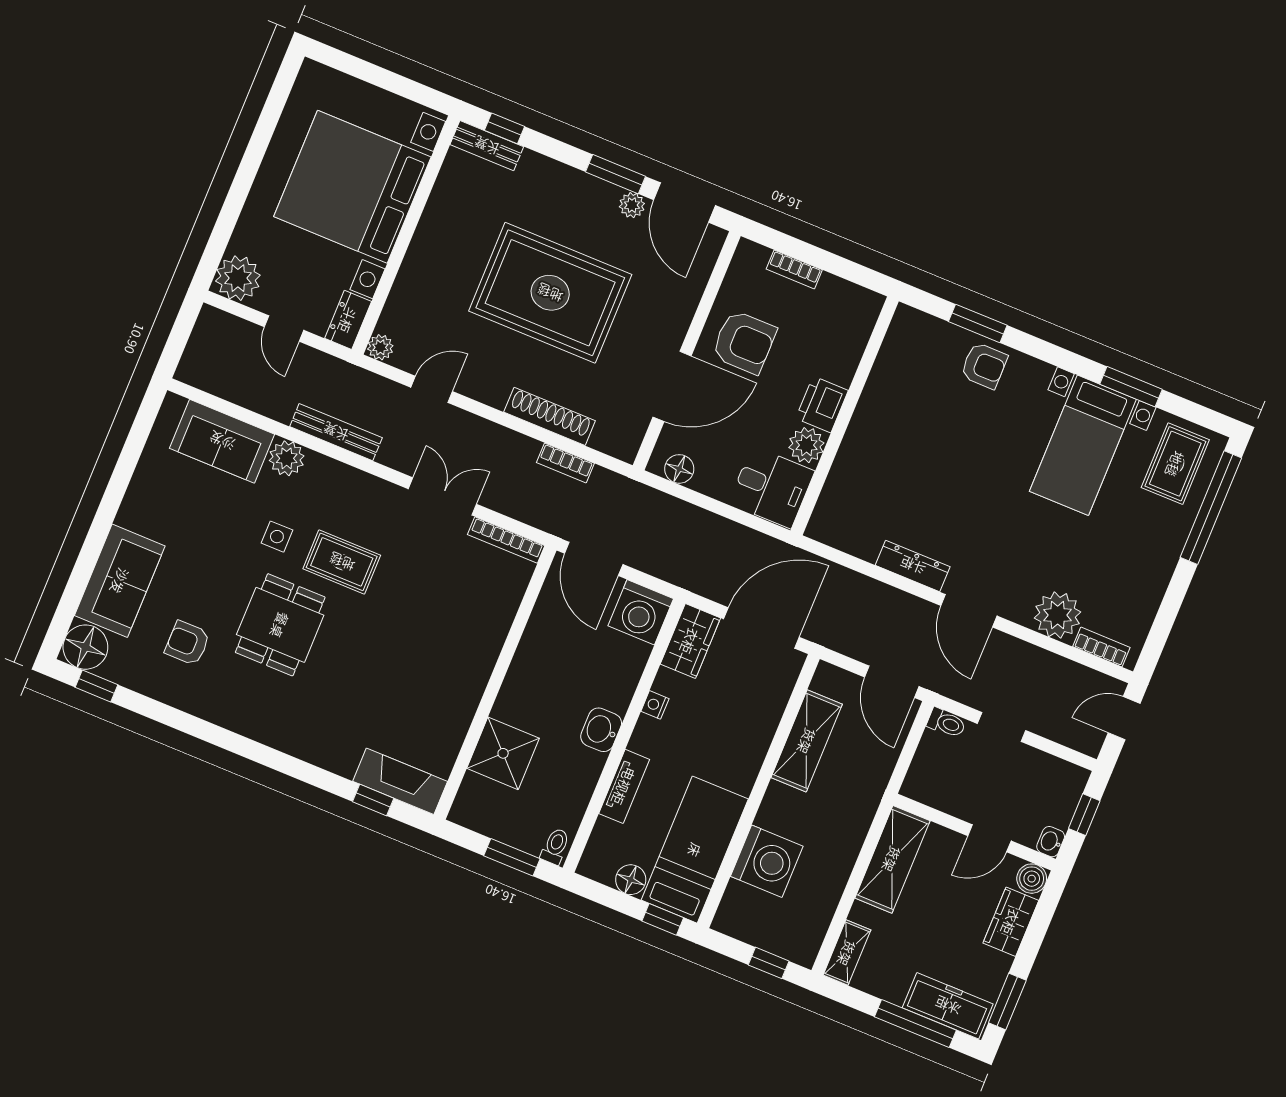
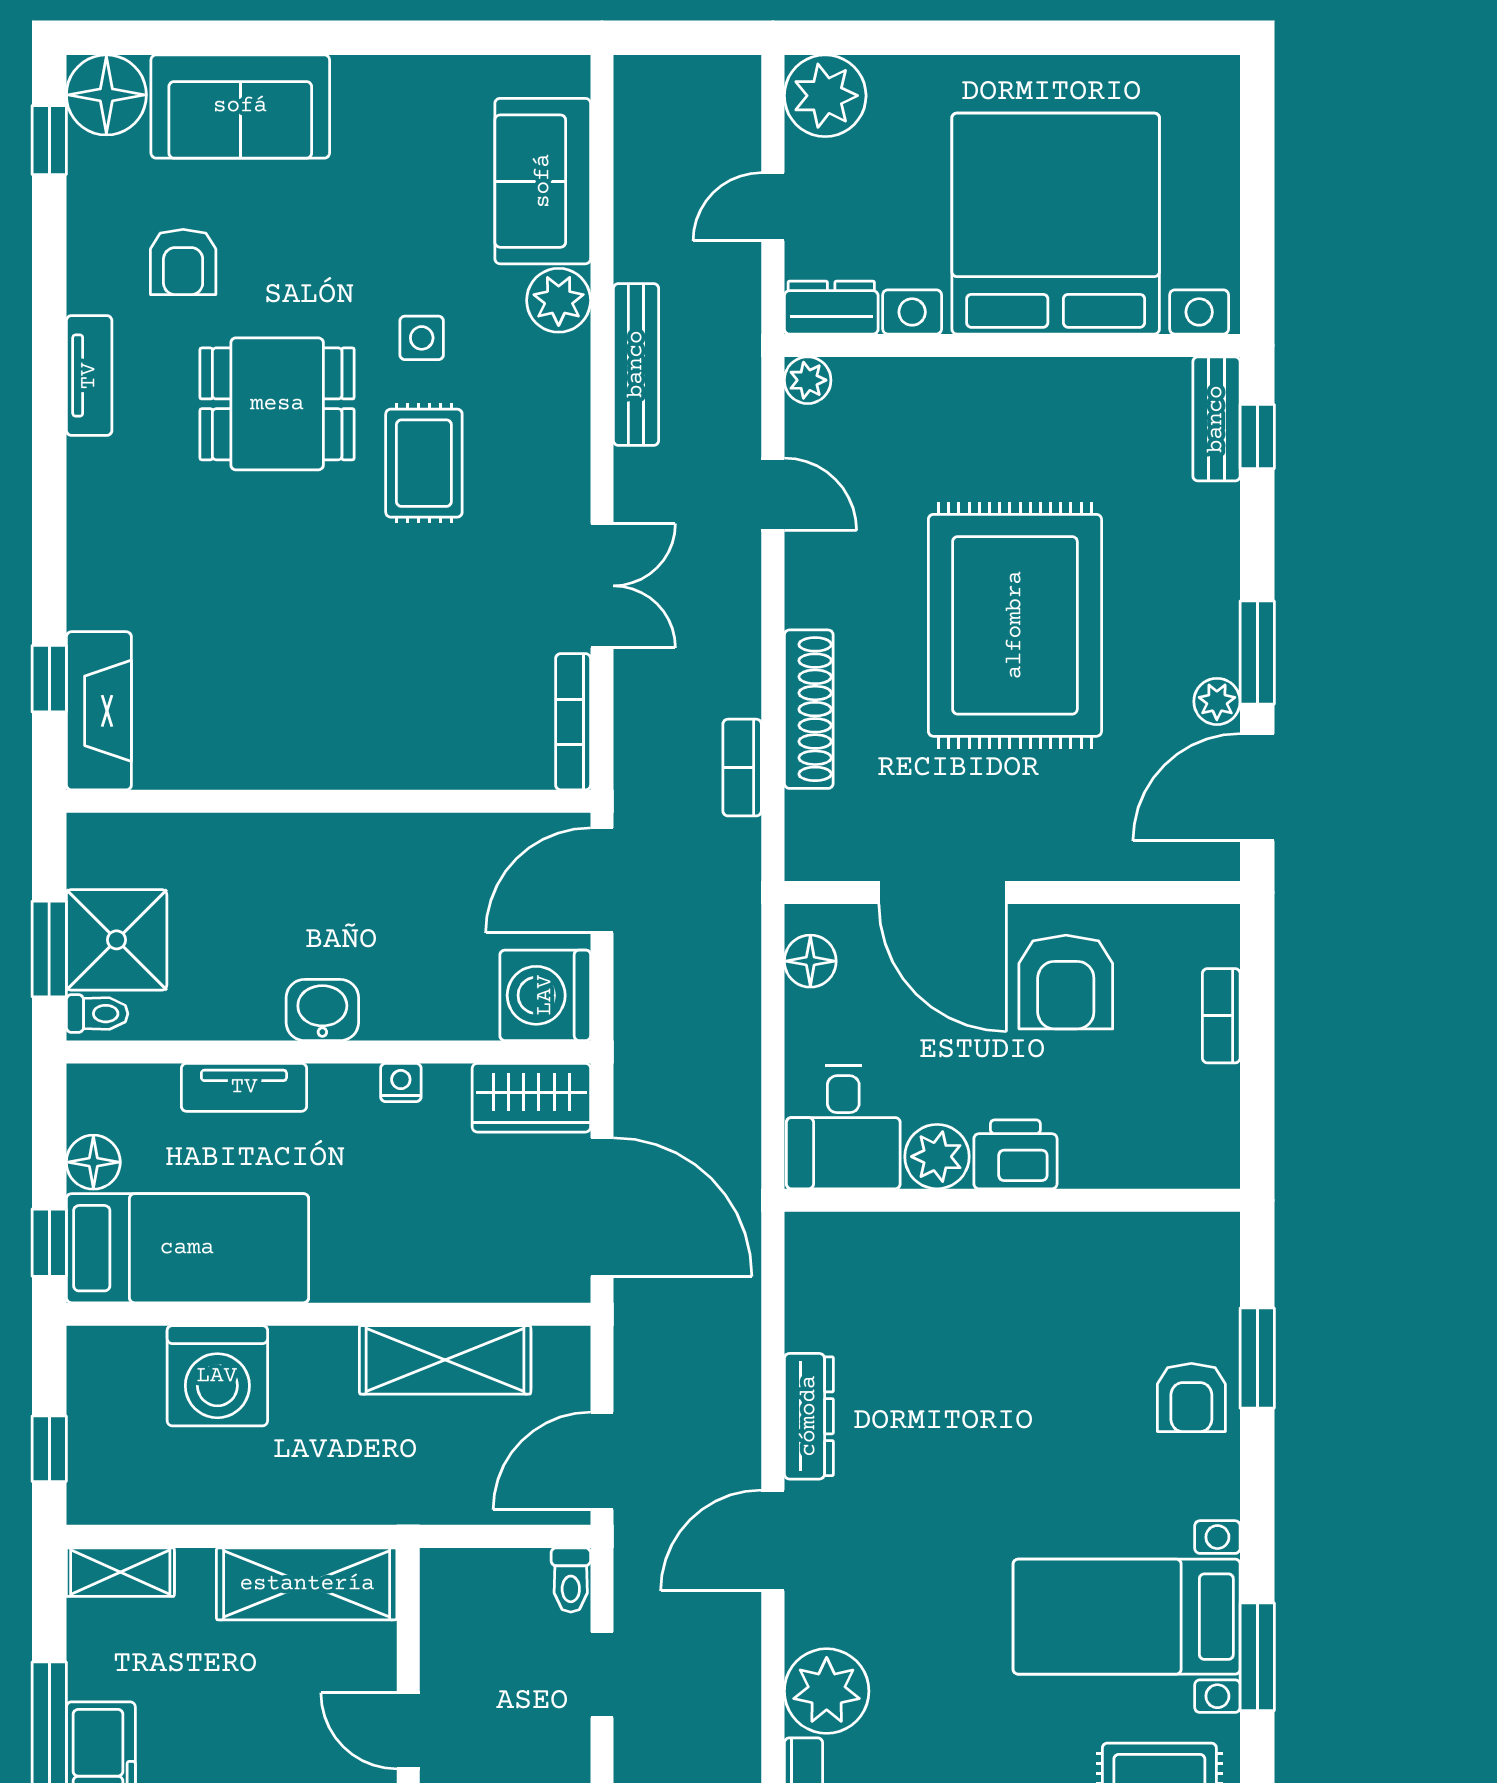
armchair: (187, 643) -> (183, 262), turned 180
tv unit: (226, 715) -> (89, 376), added
shower: (503, 753) -> (117, 940), moved

